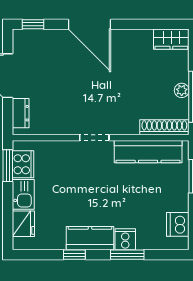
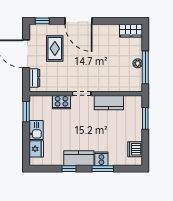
rug: (52, 67) -> (55, 48), added
shoe rack: (164, 127) -> (127, 87), removed
kitchen counter: (148, 152) -> (109, 103), width x0.67
cooker: (23, 164) -> (61, 102), moved, turned 90

